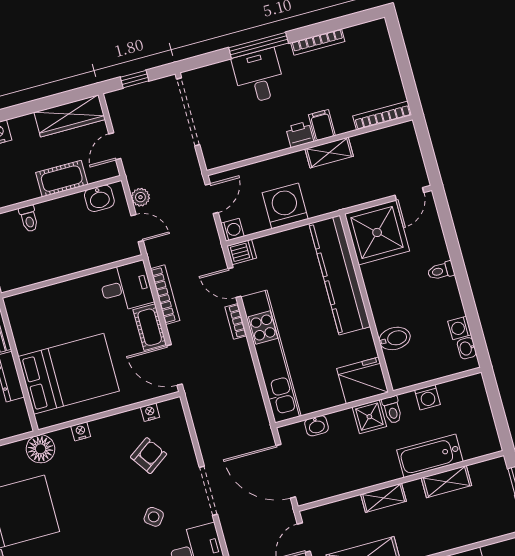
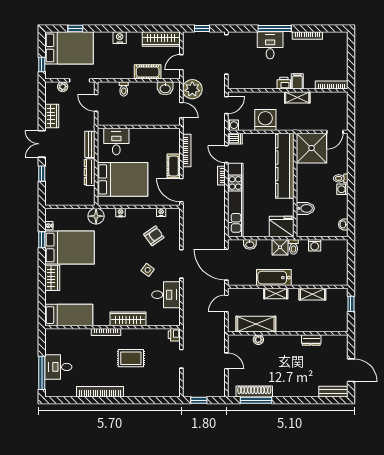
plant: (140, 197) -> (192, 89), width x1.88, depth x1.88
desk: (126, 287) -> (116, 141), moved, turned -90
washing machine: (460, 328) -> (342, 189), moved
bathtub: (430, 456) -> (274, 278), moved

